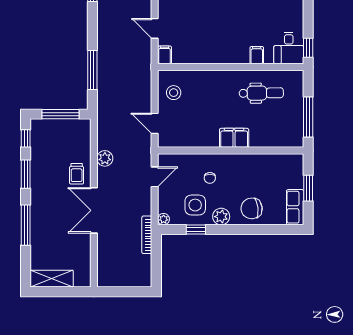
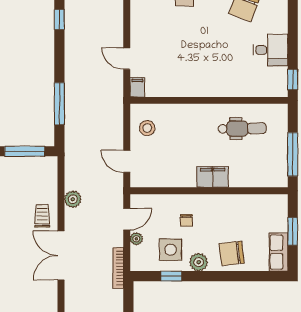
desk: (289, 48) -> (271, 50), moved, turned -90
filing cabinet: (257, 55) -> (237, 87), removed
trolley: (77, 174) -> (42, 216), turned 180
plant: (164, 219) -> (136, 239), moved
bookcase: (147, 235) -> (118, 268), moved

